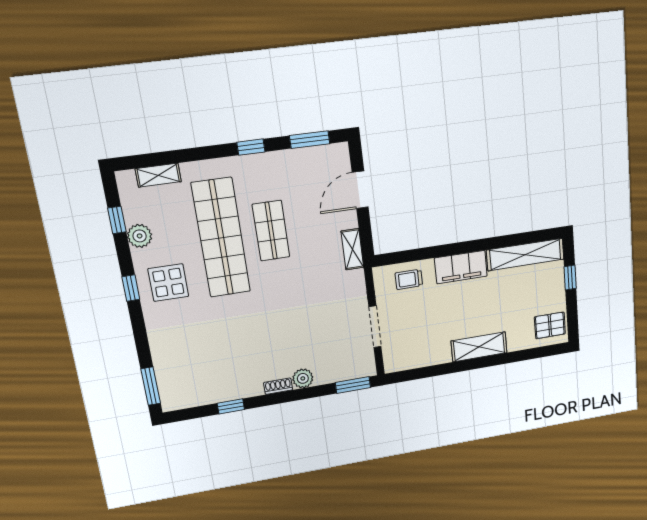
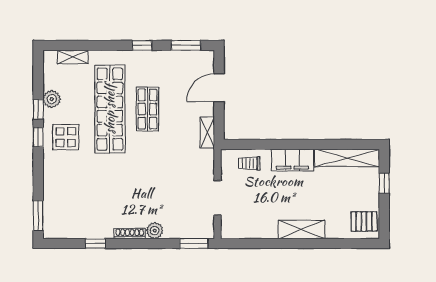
window: (117, 220) -> (38, 109), moved
shoe rack: (278, 386) -> (130, 234), width x1.43

